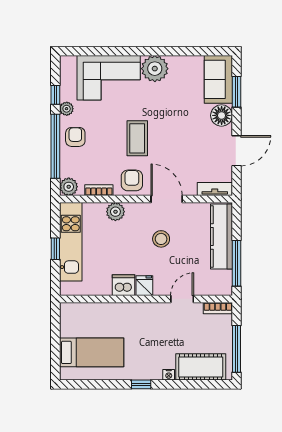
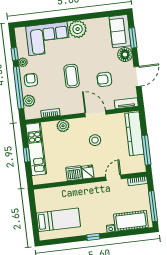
armchair: (132, 180) -> (104, 79), moved, turned -90
plant: (69, 187) -> (29, 101), moved

